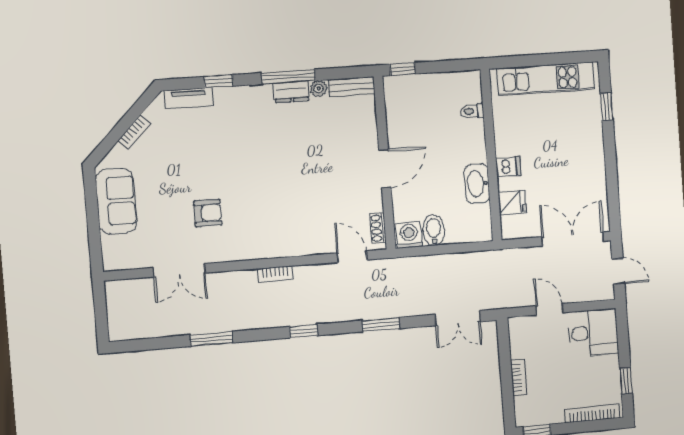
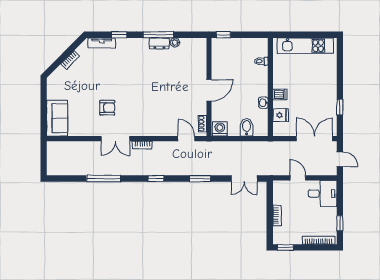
bench: (352, 87) -> (194, 43), removed
window: (607, 107) -> (340, 107), moved
washbasin: (477, 184) -> (263, 103), width x0.52, depth x0.69
sofa: (116, 201) -> (57, 118), moved
bidet: (434, 230) -> (247, 127), moved
double door: (179, 270) -> (115, 139), moved
window: (211, 339) -> (104, 179), width x1.44

